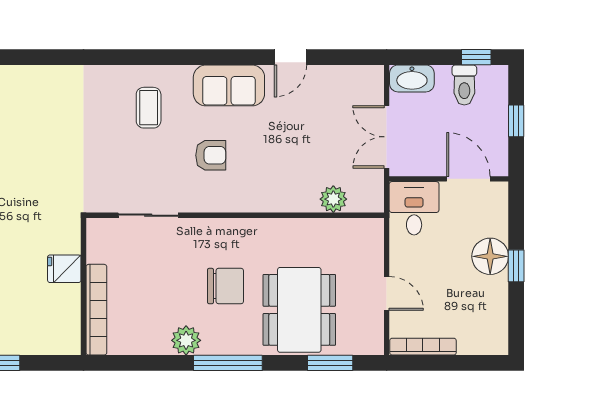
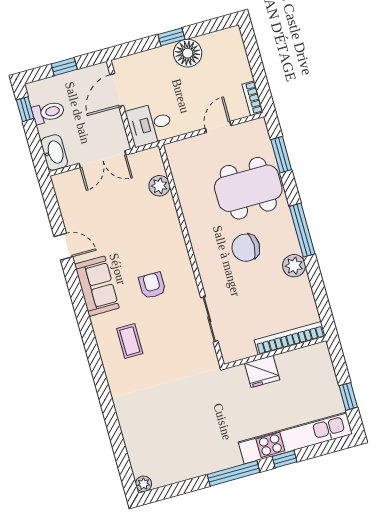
coffee table: (149, 108) -> (130, 341), turned 90
floor lamp: (490, 256) -> (188, 53), moved
fridge: (64, 269) -> (262, 371), width x1.38
chair: (225, 286) -> (246, 248), turned -90
bookcase: (423, 347) -> (253, 98), width x0.64

